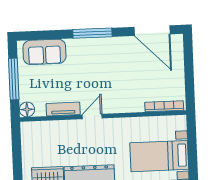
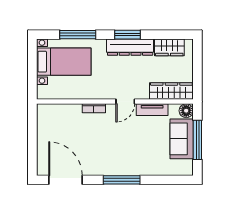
sofa: (44, 52) -> (182, 139), moved, turned -90
bookcase: (164, 106) -> (94, 108), moved, width x0.64
wardrobe: (44, 130) -> (171, 91), added

